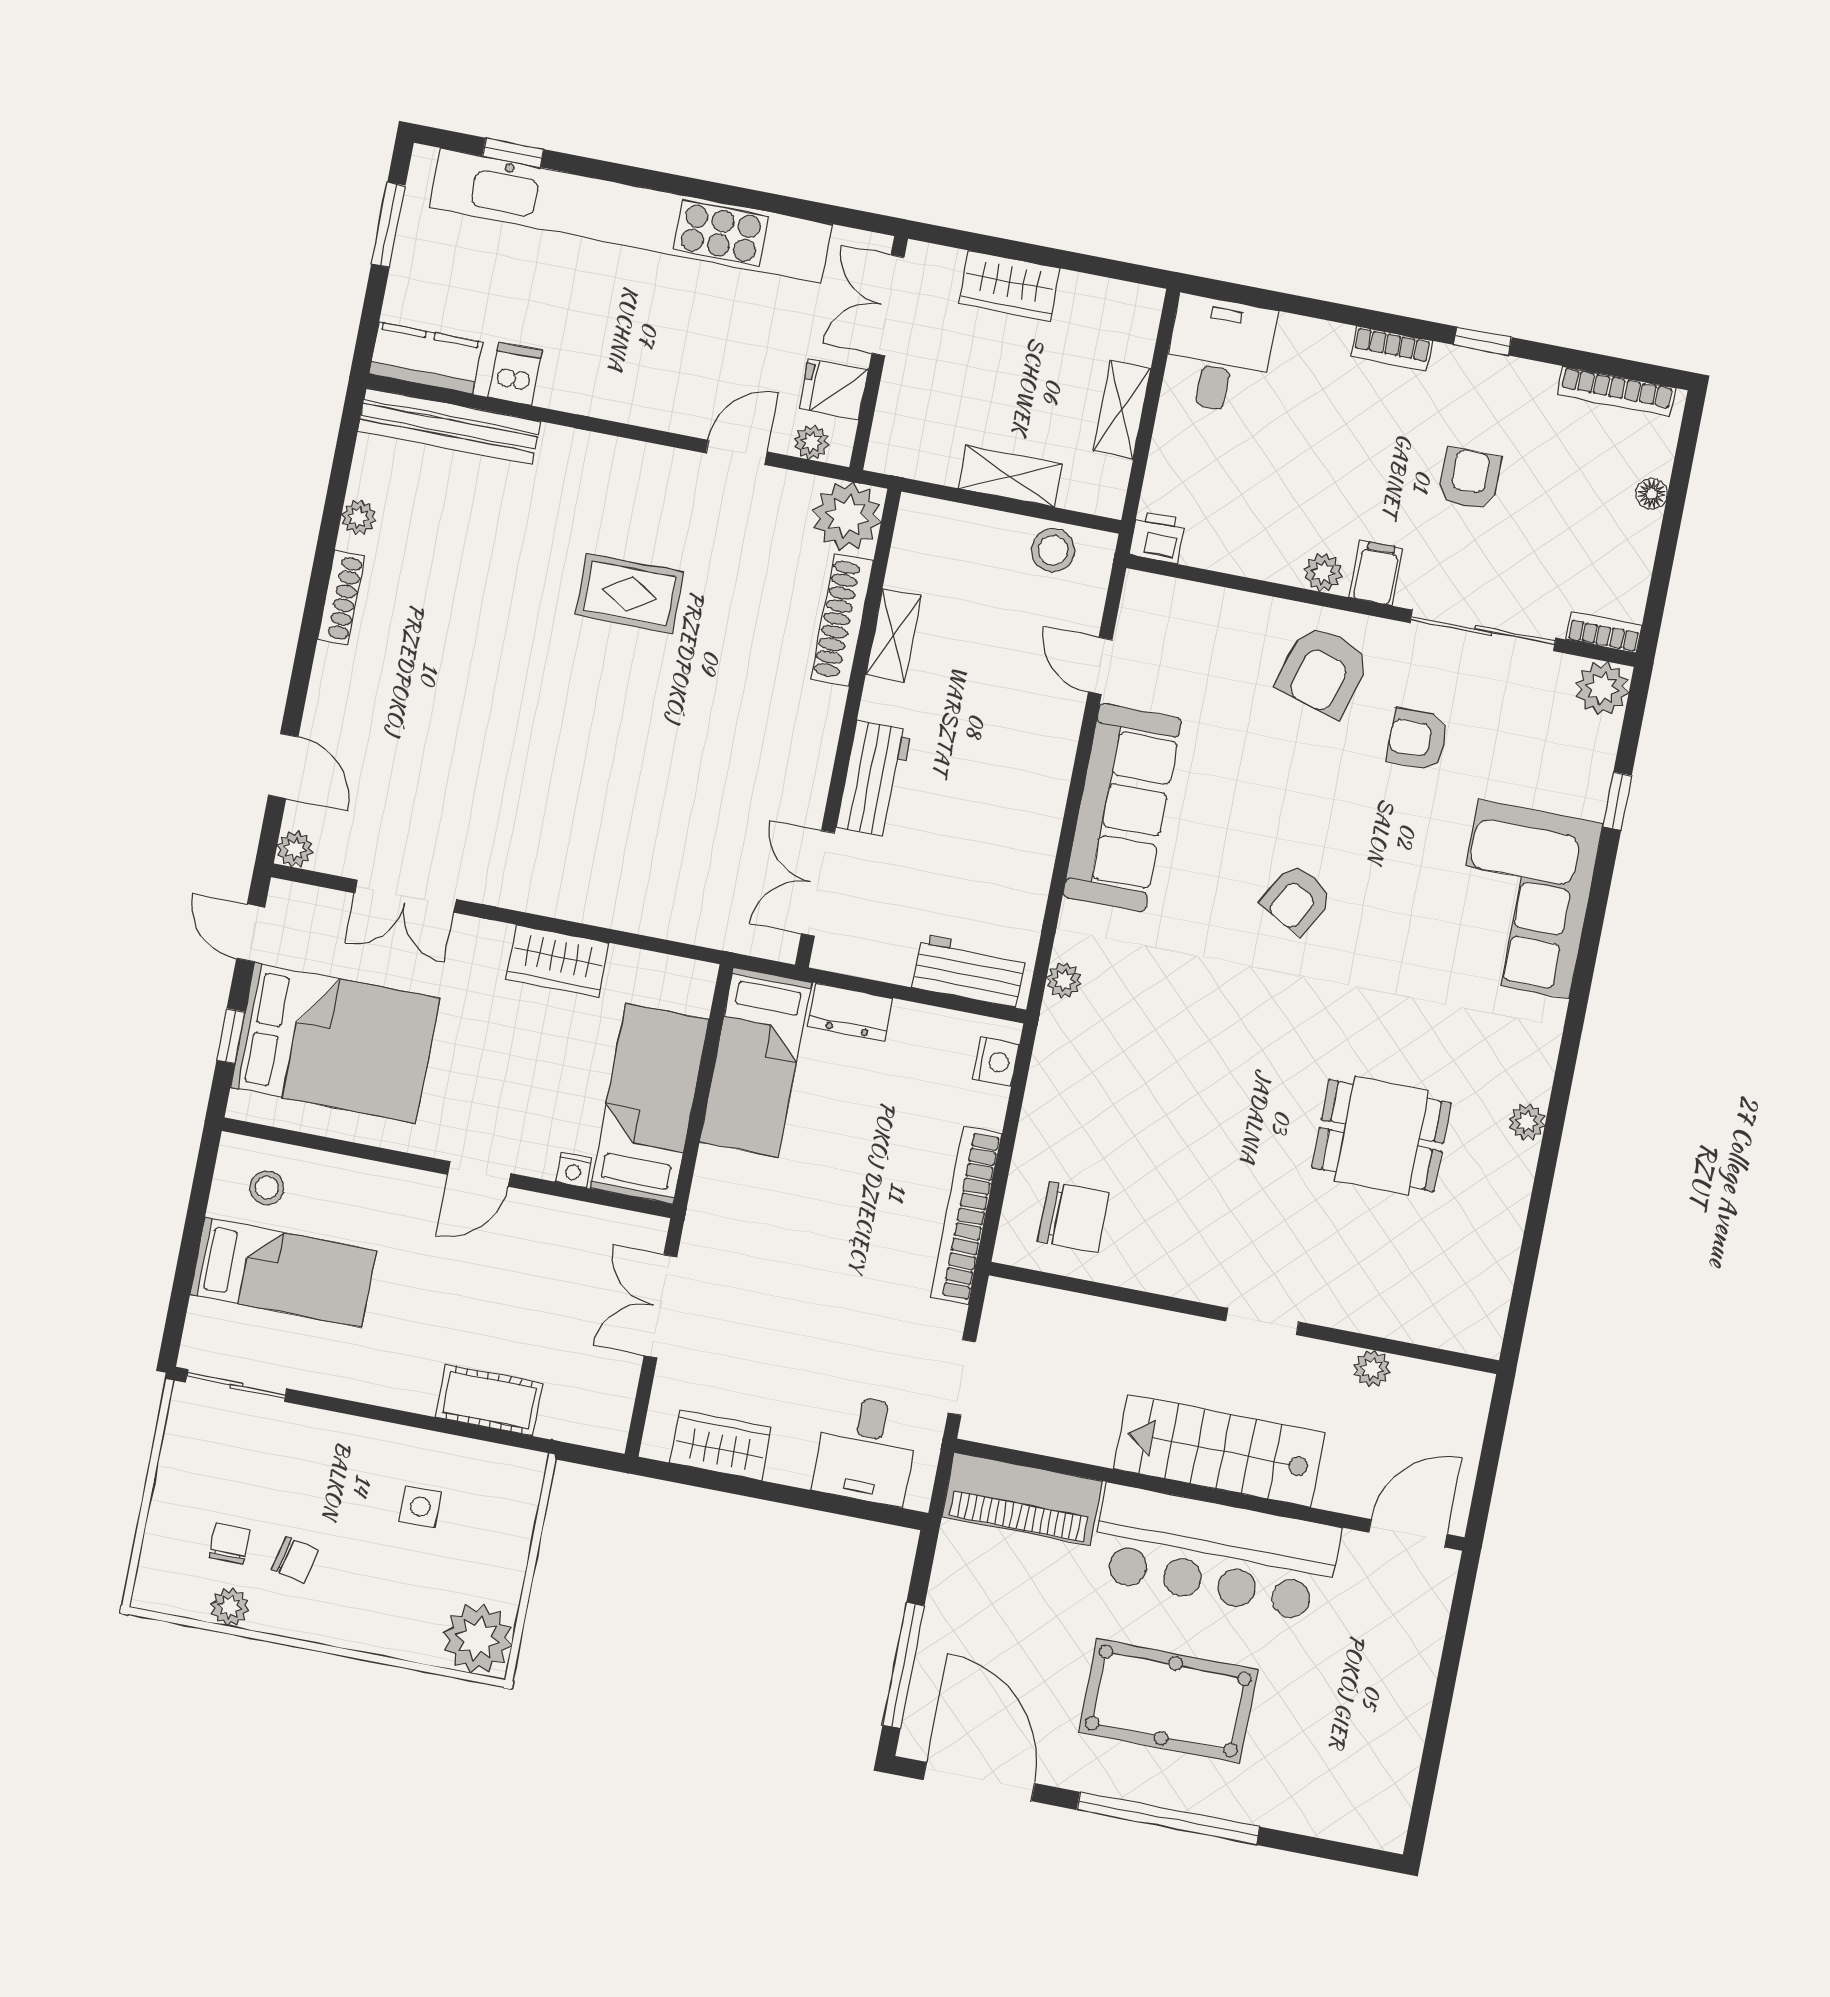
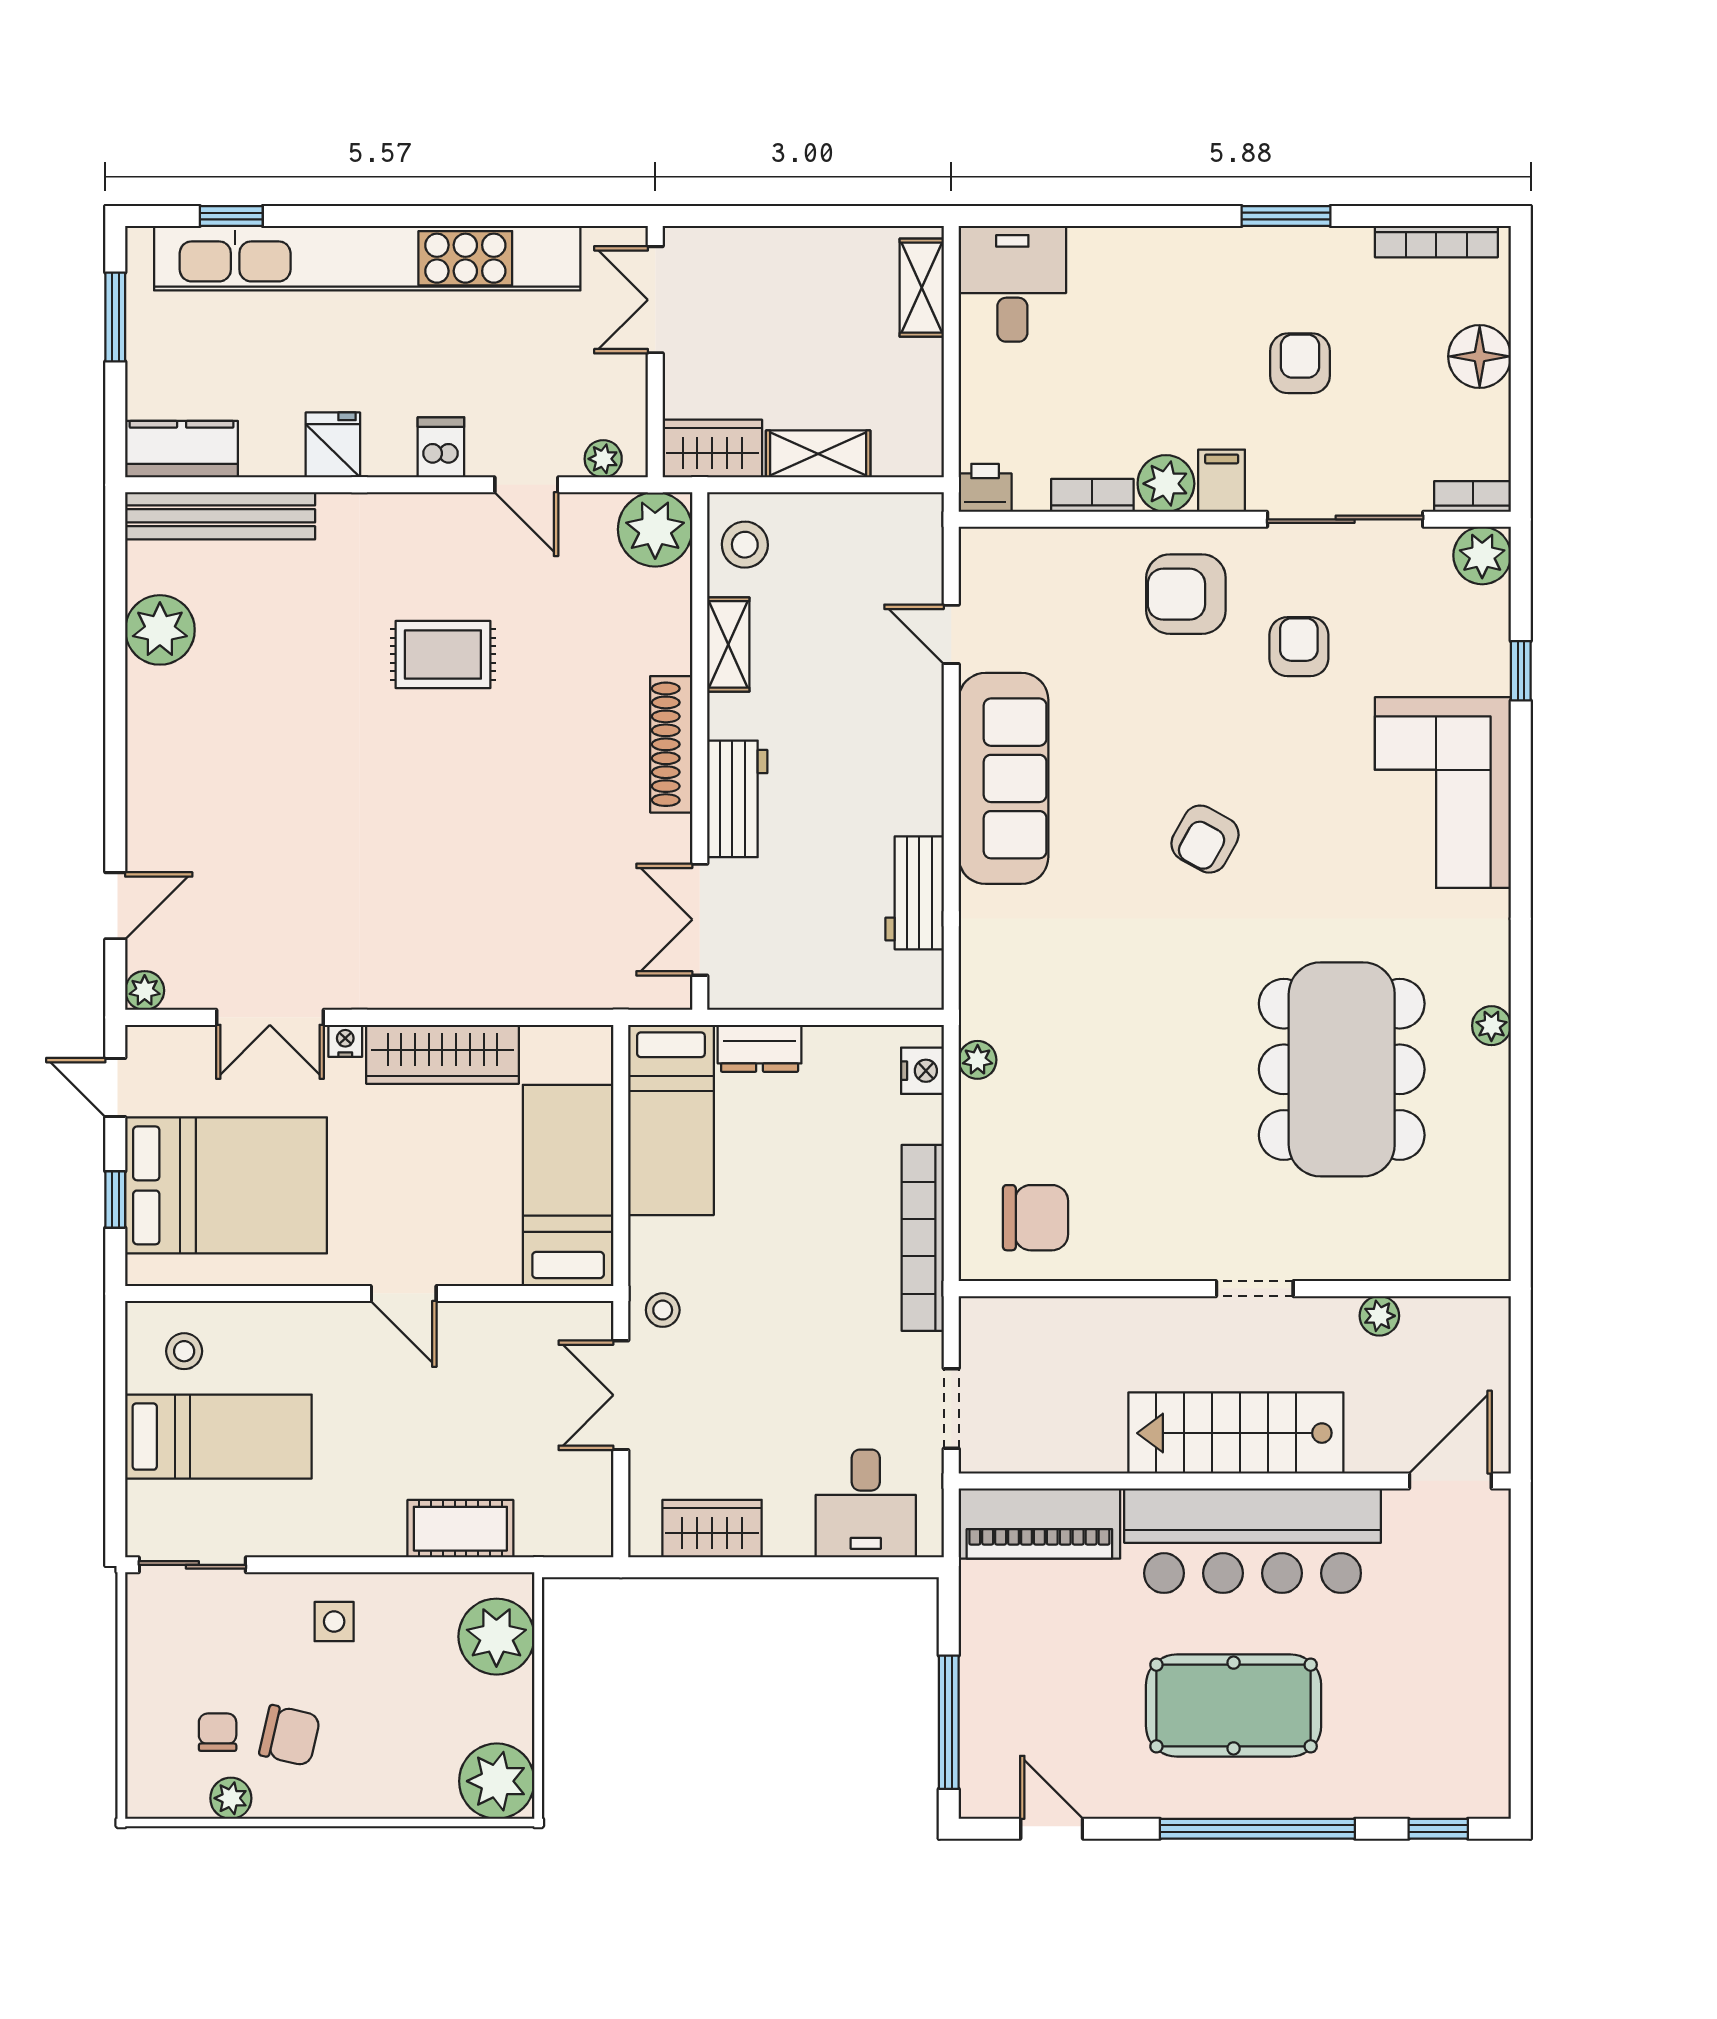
wardrobe: (1009, 286) -> (712, 449), moved, turned 180
window: (1483, 341) -> (1286, 216), width x1.50
bookcase: (1392, 348) -> (1092, 495), moved, turned 180
dishwasher: (515, 374) -> (441, 447), moved
fridge: (834, 389) -> (333, 445), moved, turned 90
shelving: (1122, 410) -> (922, 288), moved
door: (736, 452) -> (526, 485), swing flipped
floor lamp: (1652, 494) -> (1480, 356), width x1.89, depth x1.89
plant: (359, 517) -> (160, 630), width x1.88, depth x1.88
stool: (1053, 550) -> (745, 545), moved
plant: (1323, 573) -> (1166, 484), width x1.38, depth x1.38
shoe rack: (341, 597) -> (142, 717), removed
shoe rack: (842, 620) -> (671, 744), moved
armchair: (1323, 671) -> (1186, 594), turned 74
armchair: (1418, 739) -> (1299, 647), turned 90
door: (283, 766) -> (115, 906), hinge flipped
wardrobe: (557, 961) -> (442, 1054), width x1.50
workbench: (969, 971) -> (915, 893), moved, turned -90
plant: (1064, 980) -> (978, 1060), moved
dining table: (1381, 1135) -> (1342, 1069), width x1.88, depth x1.24
nightstand: (573, 1170) -> (345, 1041), moved, turned 180
door: (479, 1174) -> (404, 1294), hinge flipped
stool: (714, 1235) -> (663, 1310), added
plant: (503, 1506) -> (496, 1637), added
side table: (420, 1507) -> (334, 1622), moved
chair: (295, 1560) -> (290, 1735), width x1.37, depth x1.37
door: (979, 1782) -> (1052, 1829), width x0.53
window: (1334, 1851) -> (1438, 1829), added

